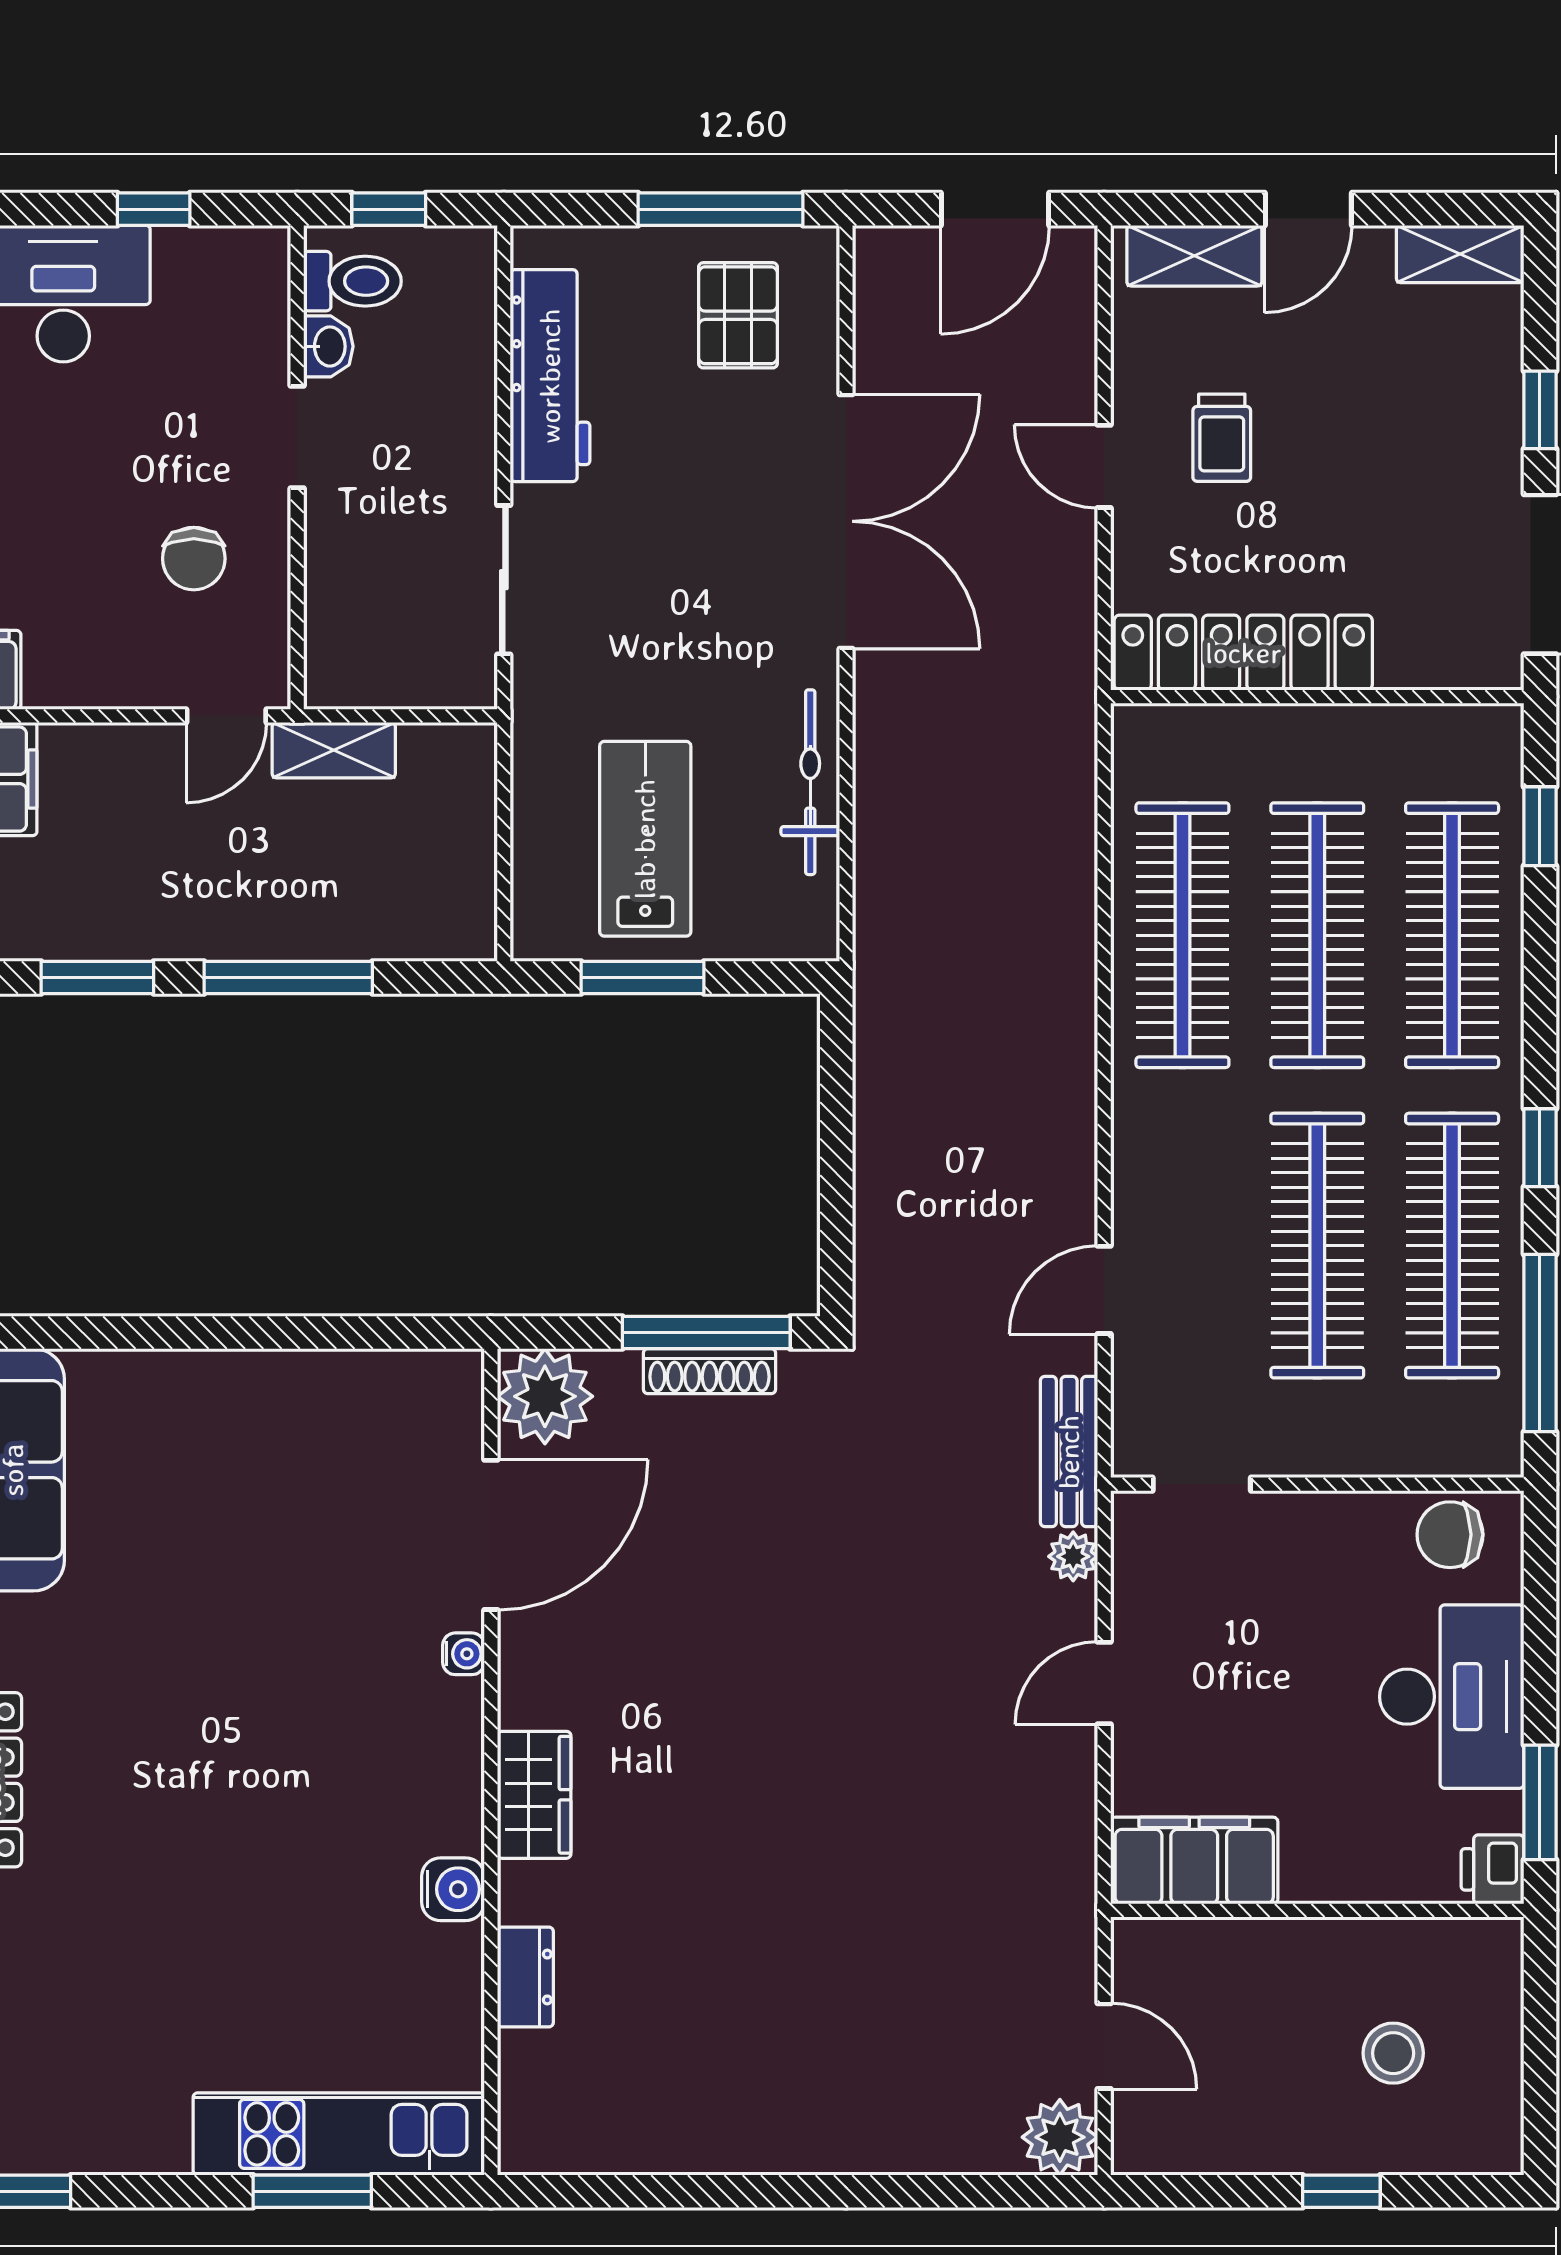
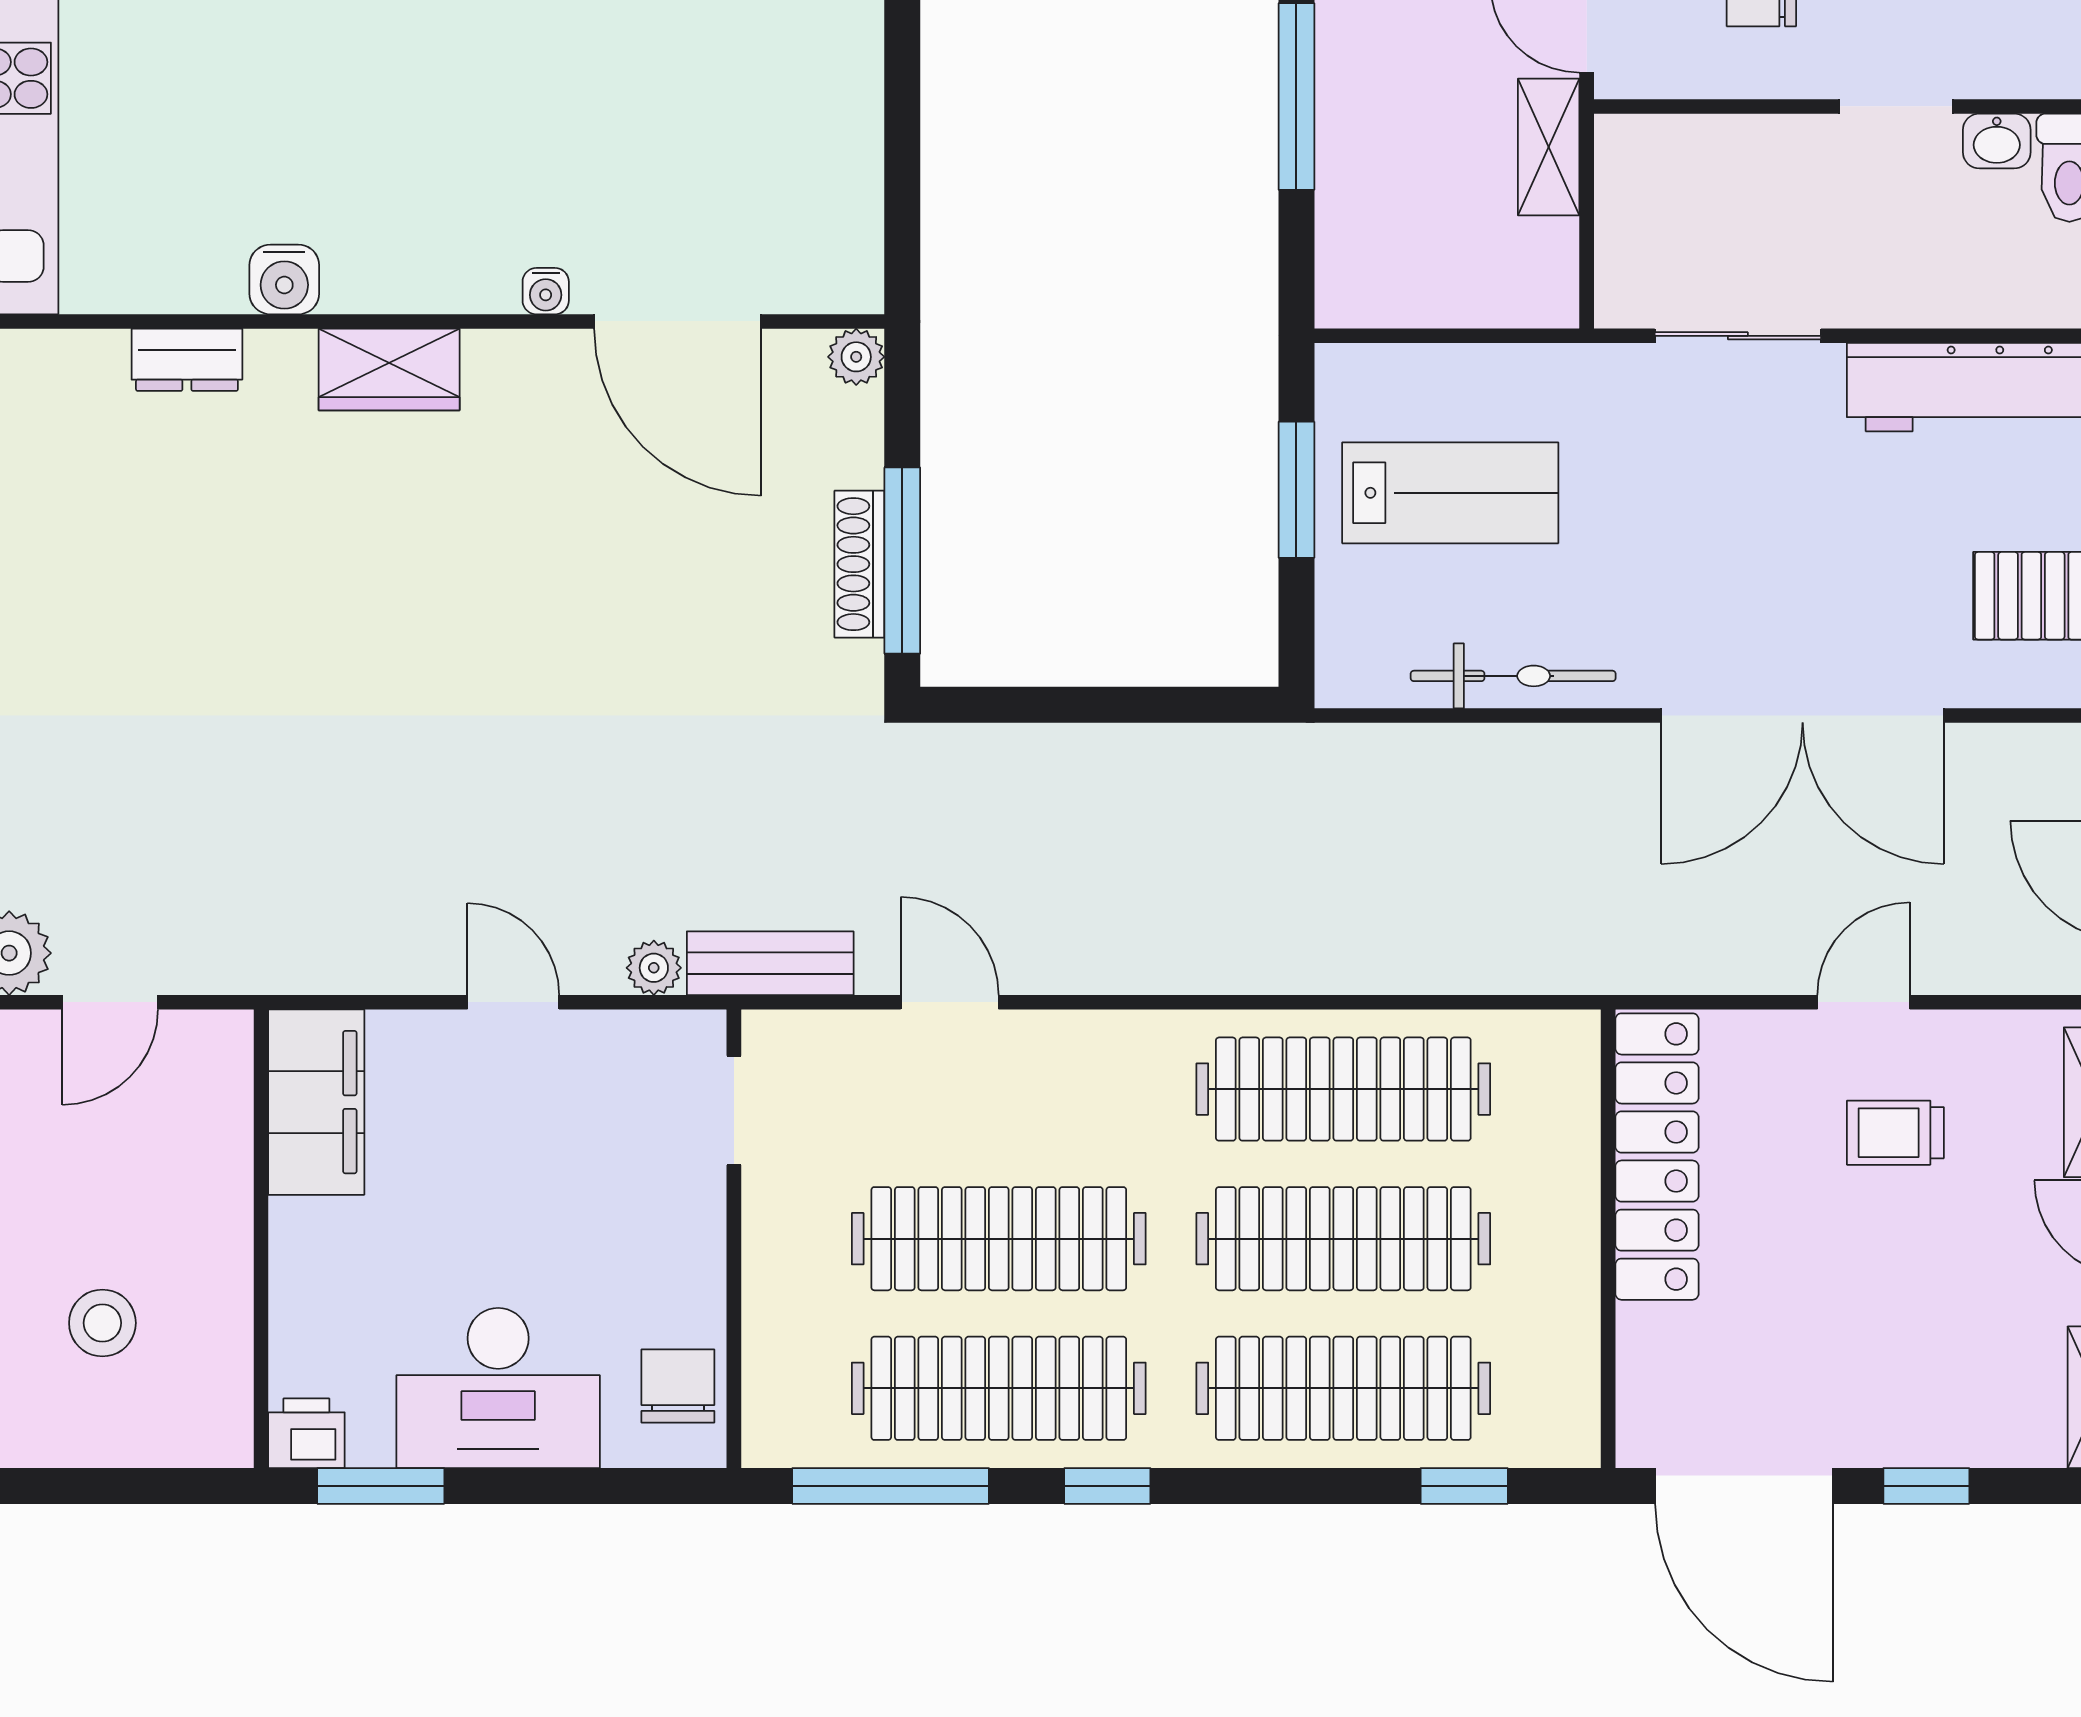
plant: (545, 1396) -> (856, 357), width x0.53, depth x0.53

